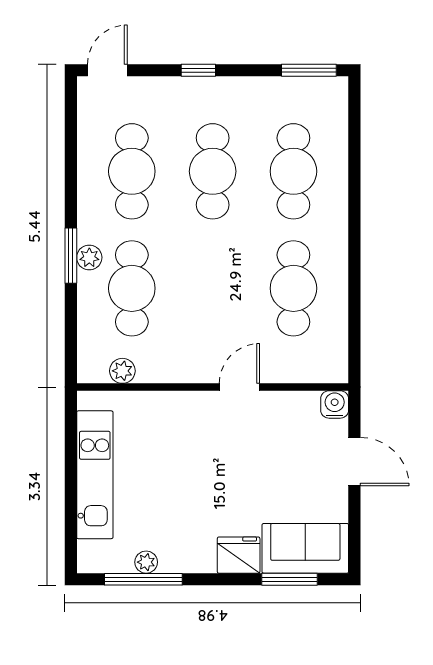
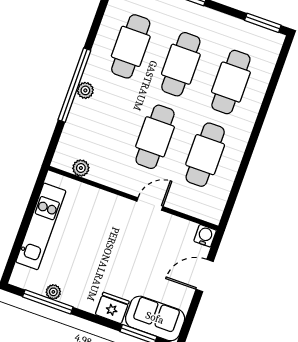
window: (71, 256) -> (74, 85), width x2.11
cafe table: (132, 288) -> (155, 137), moved
door: (354, 462) -> (205, 275), swing flipped

